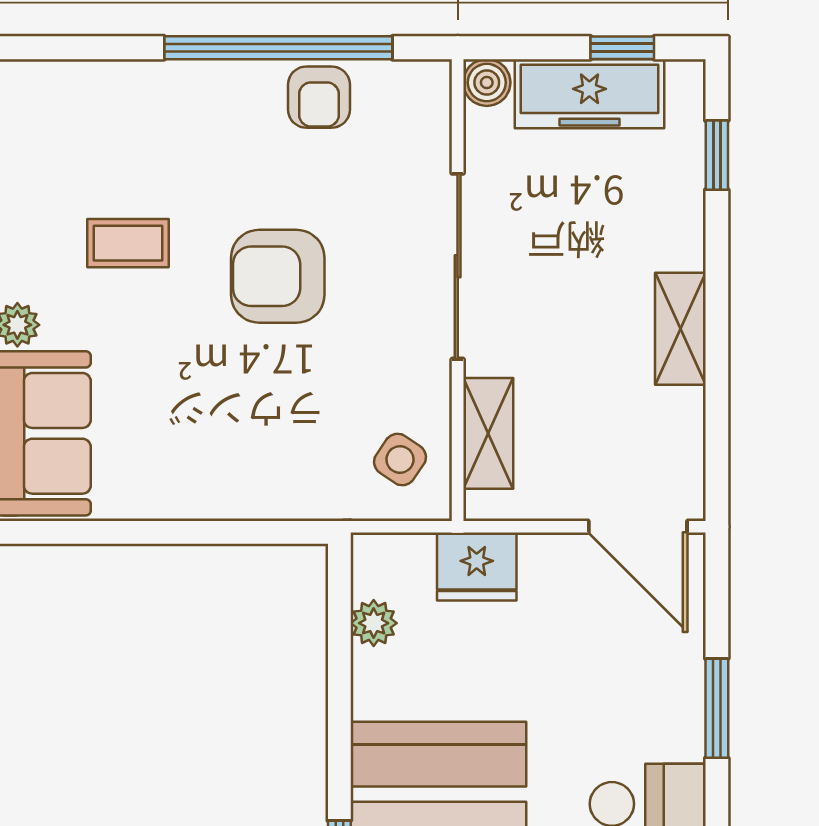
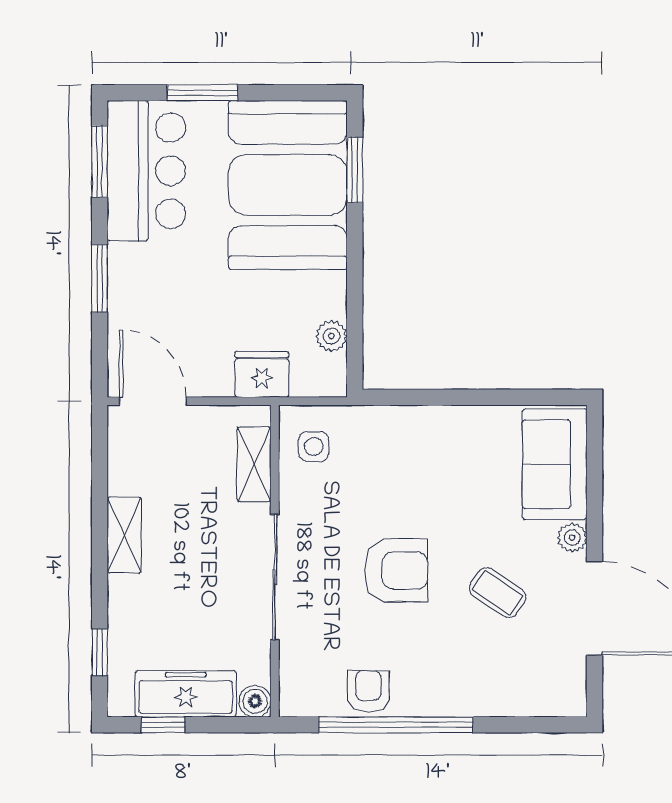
coffee table: (128, 243) -> (497, 593), turned 34
side table: (400, 460) -> (314, 447), turned -34

